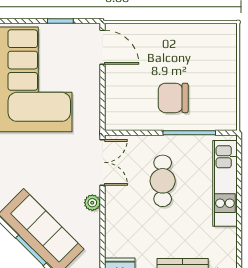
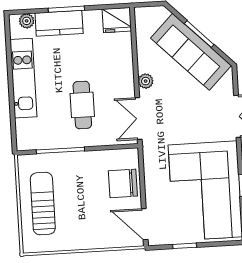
sun lounger: (212, 76) -> (43, 204), added
chair: (173, 98) -> (123, 183), moved, turned 180
kitchen unit: (225, 183) -> (23, 78), moved

